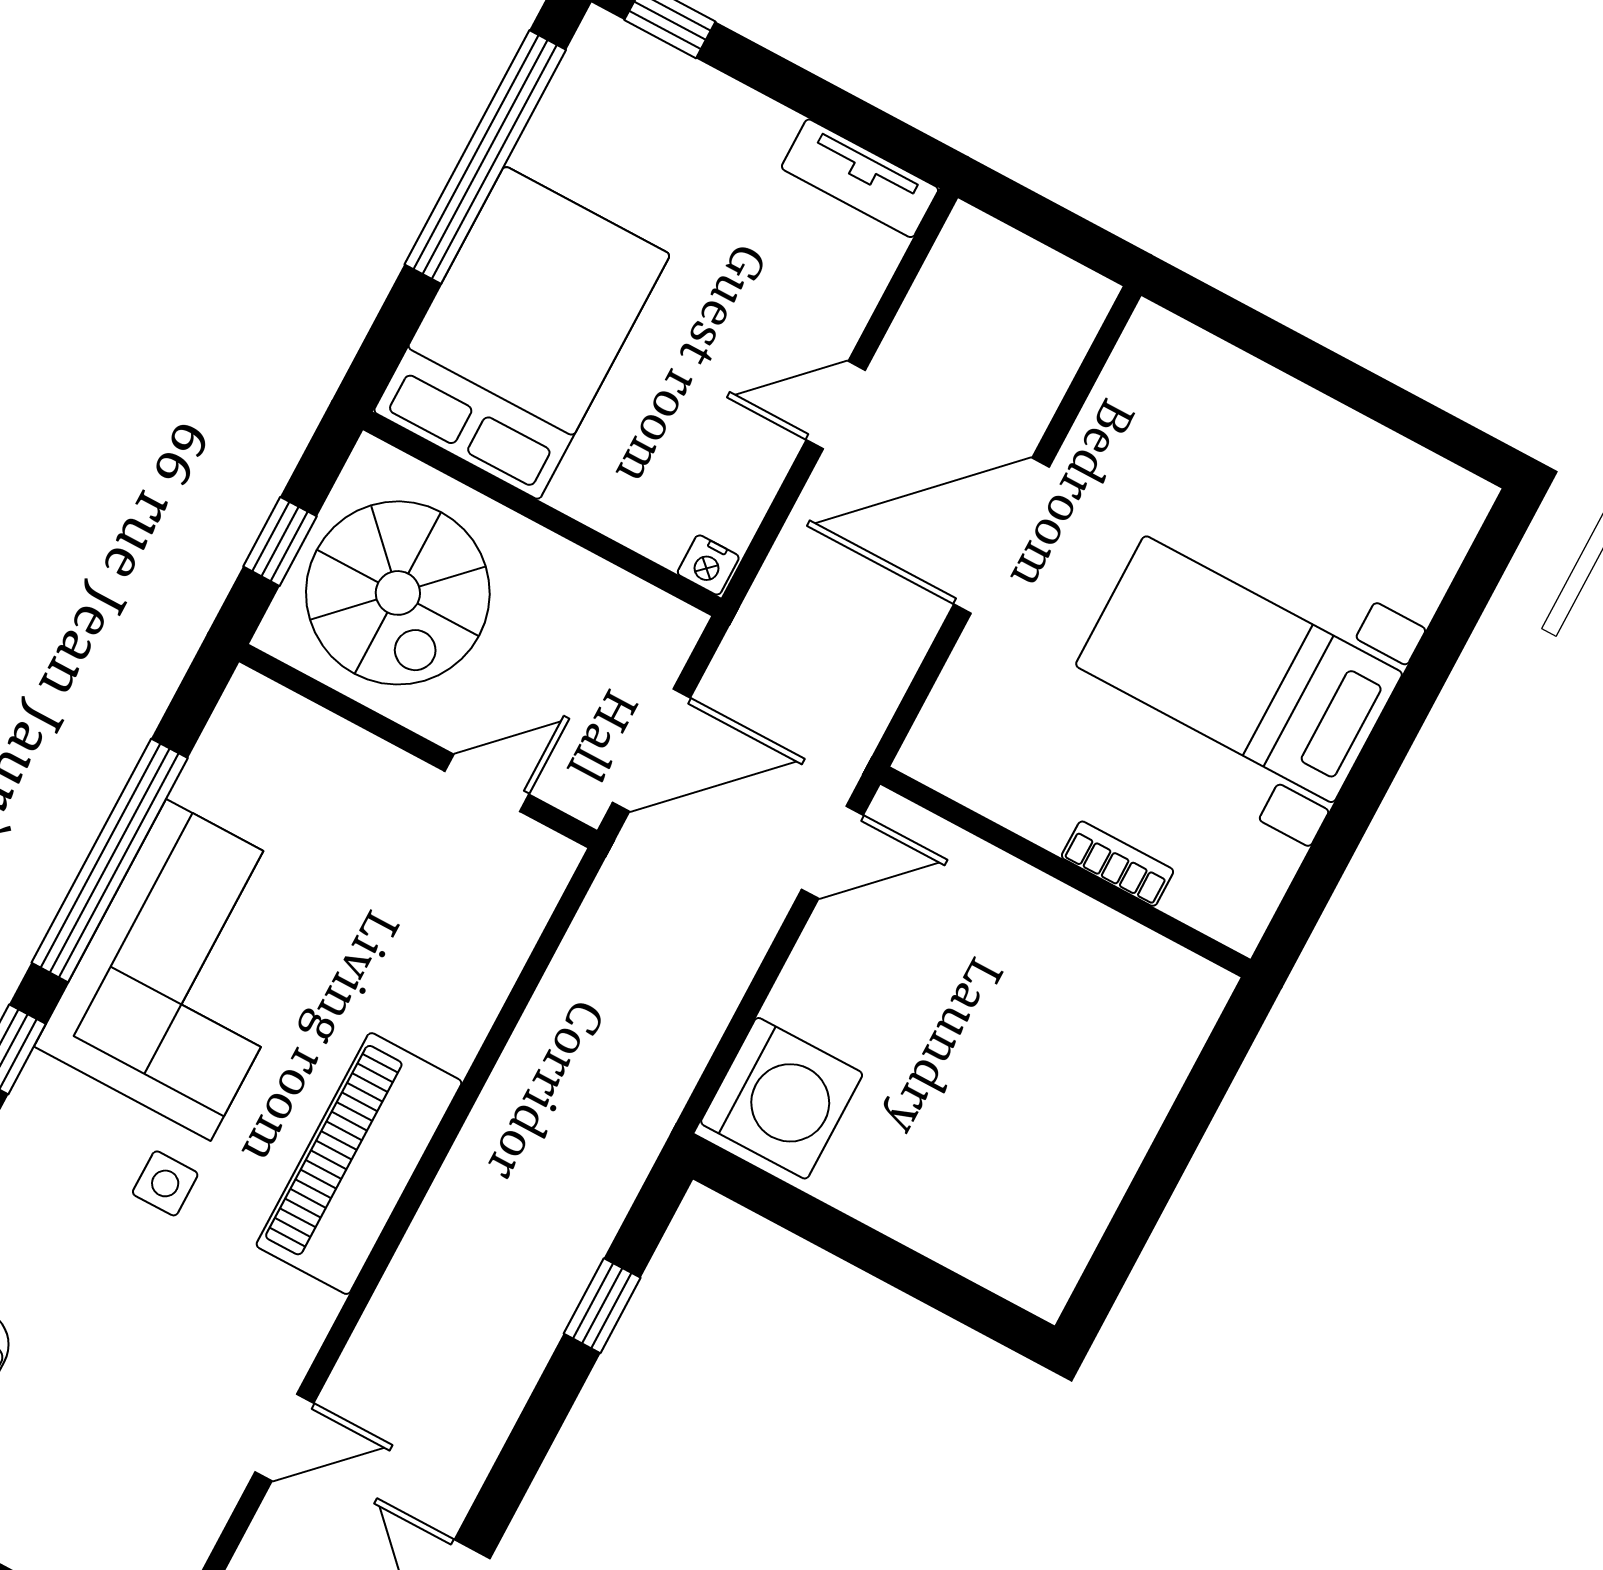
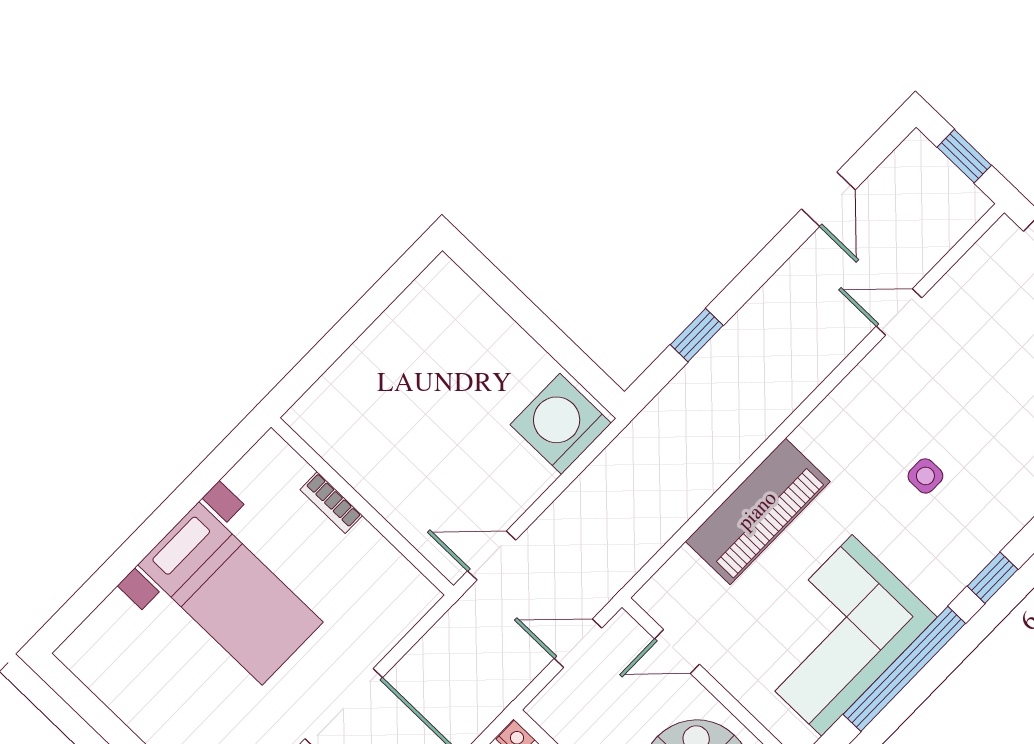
door: (651, 750) -> (578, 643), width x0.73
corner sofa: (188, 970) -> (837, 635), moved
piano: (359, 1164) -> (758, 511), moved

